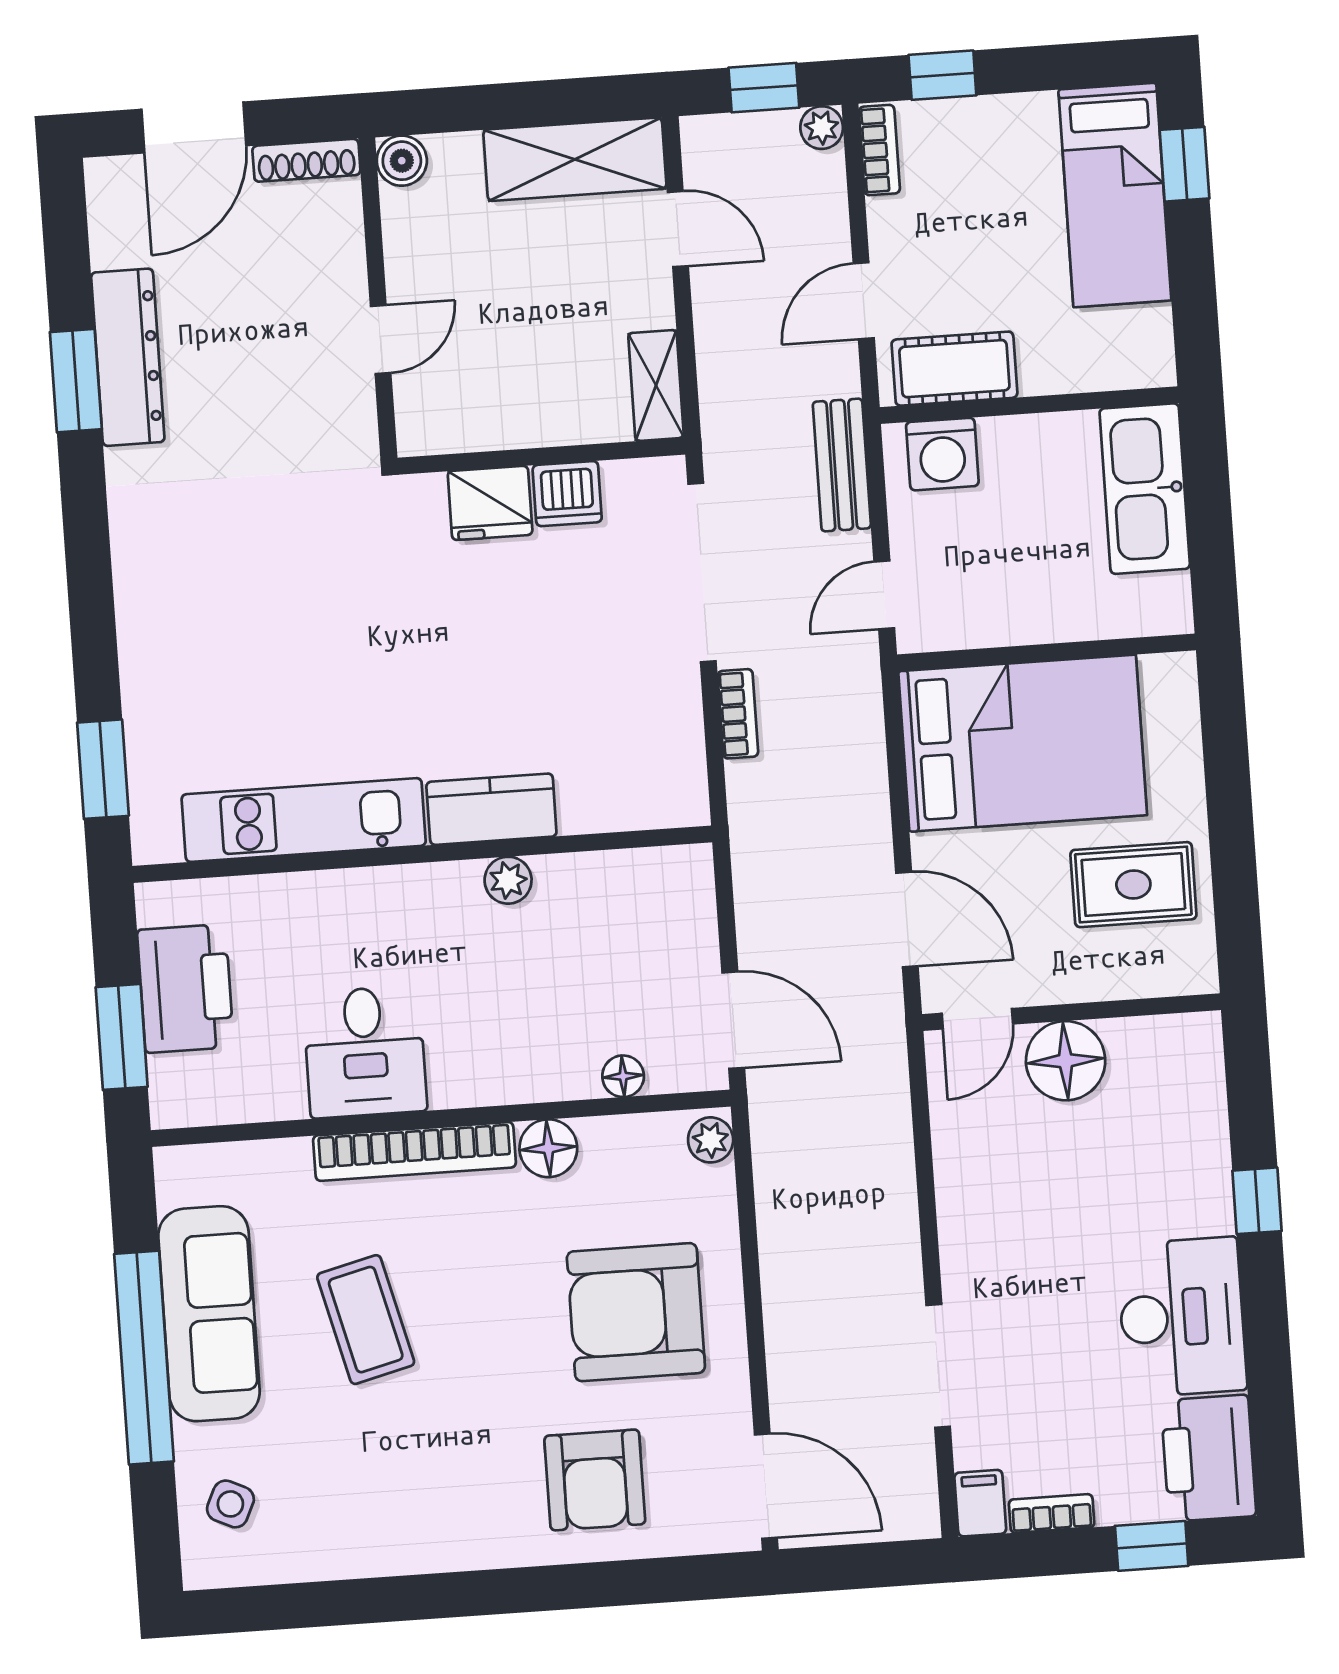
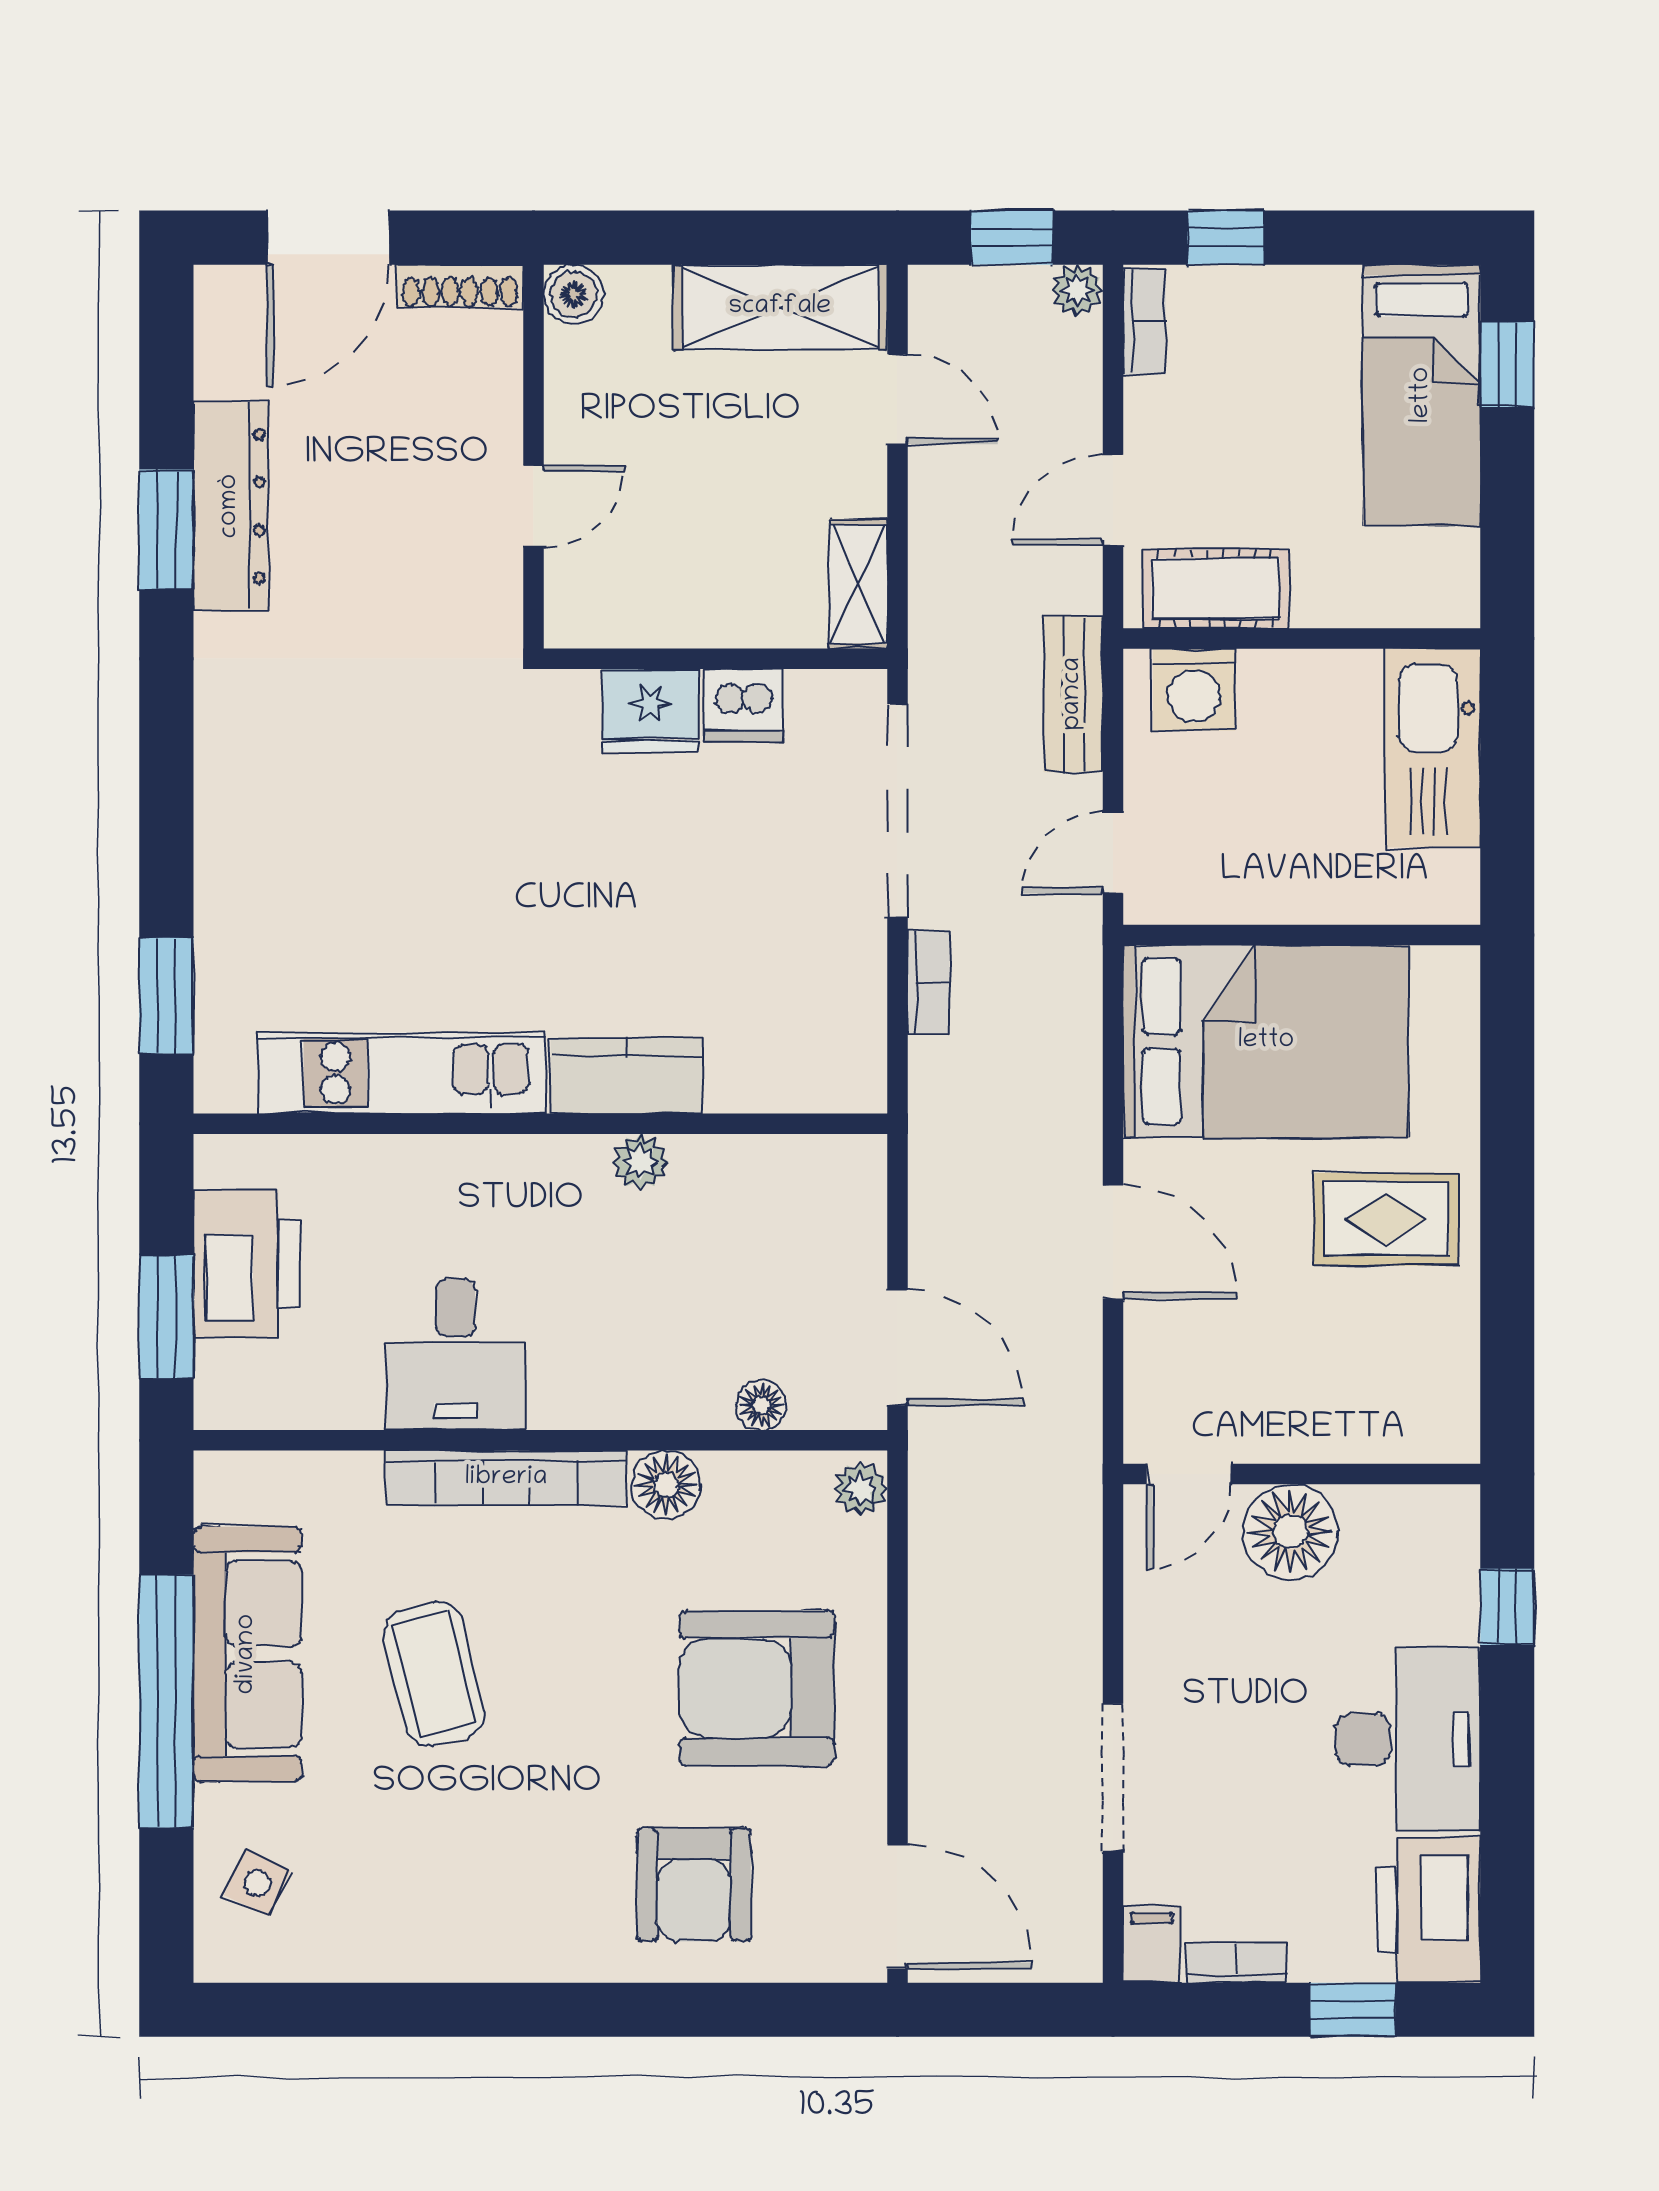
wall: (1072, 1012) -> (1302, 1474), moved
door: (977, 1019) -> (1189, 1474), moved
floor lamp: (1066, 1061) -> (1290, 1532), moved

